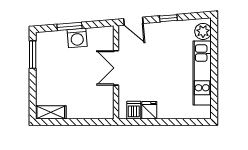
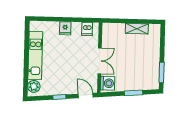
washing machine: (77, 38) -> (108, 83), moved, turned 95
fridge: (149, 110) -> (65, 28), moved
shelving: (51, 112) -> (137, 29), moved

